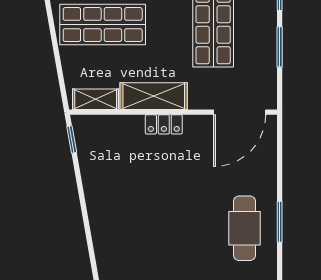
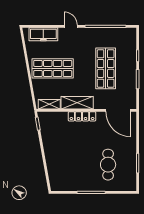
door: (240, 112) -> (118, 110), hinge flipped
locker: (164, 124) -> (82, 116), width x1.53
cafe table: (245, 228) -> (108, 165), moved

